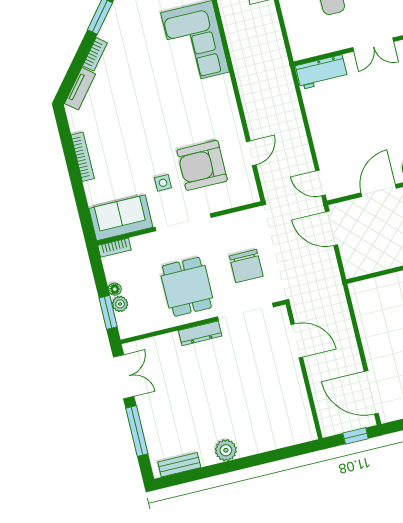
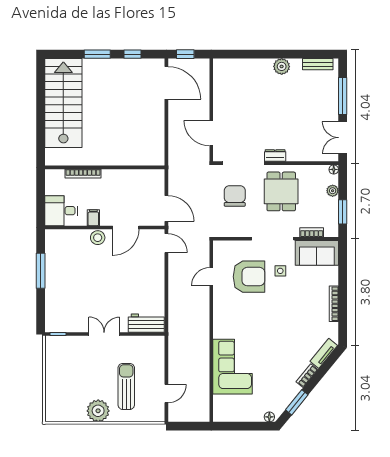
bookcase: (114, 248) -> (312, 232), moved
floor lamp: (115, 289) -> (334, 169), moved
window: (108, 312) -> (343, 212), moved
dresser: (200, 333) -> (275, 156), width x0.70

